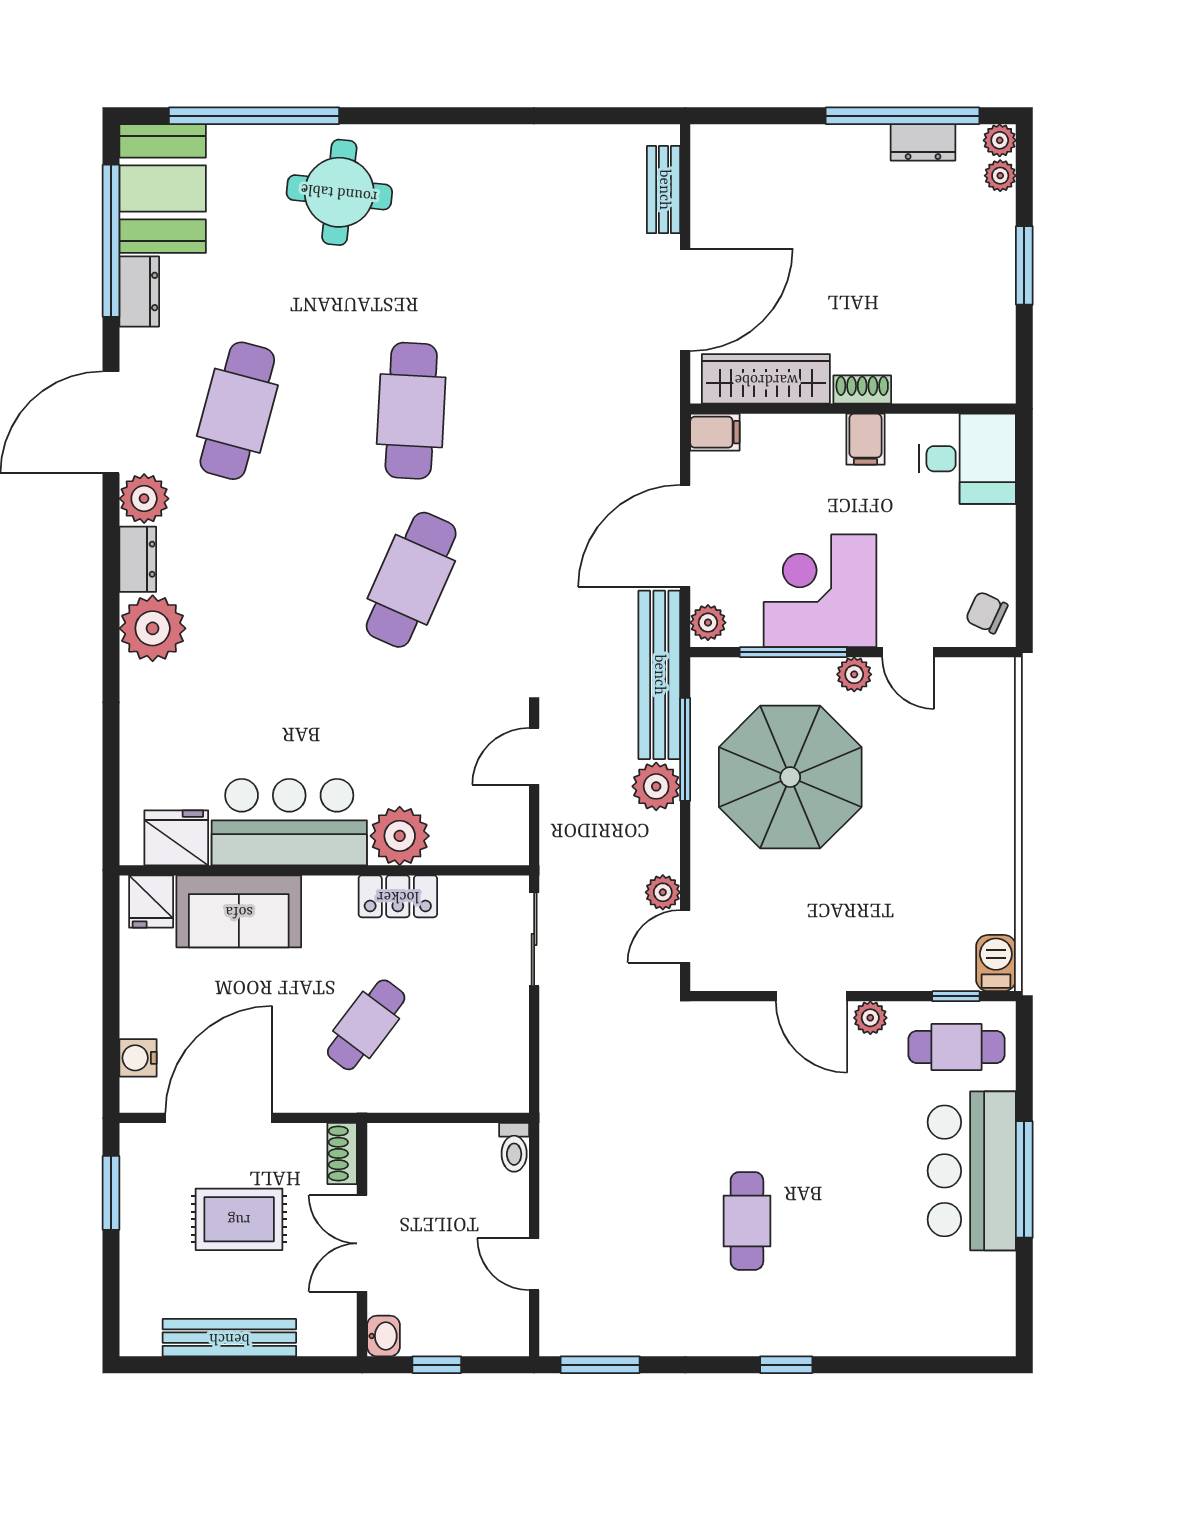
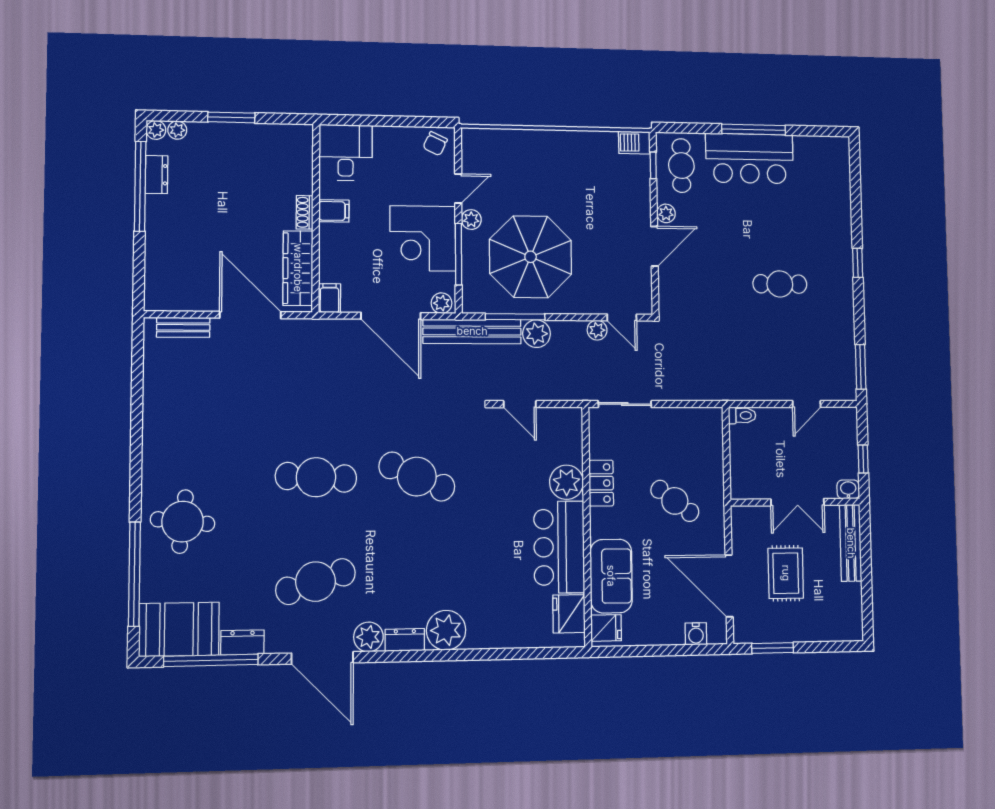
cafe table: (237, 411) -> (316, 582), turned -33
shoe rack: (342, 1153) -> (748, 514), removed
bench: (229, 1338) -> (851, 543), moved

